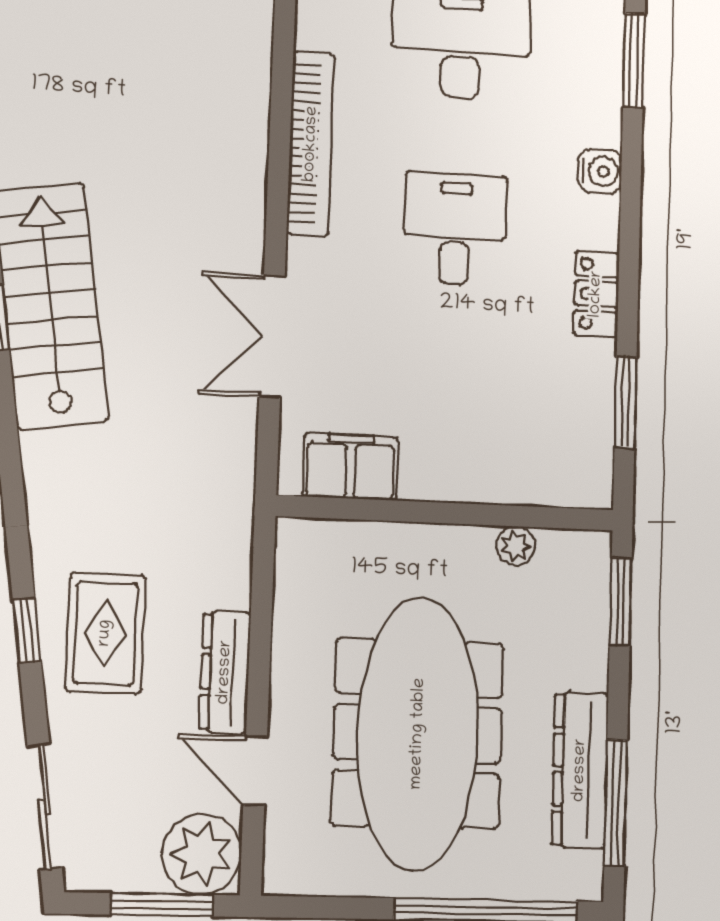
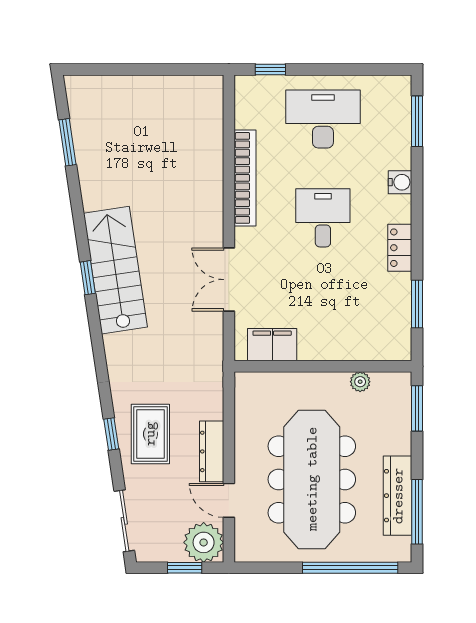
window: (162, 905) -> (185, 568), width x0.67

